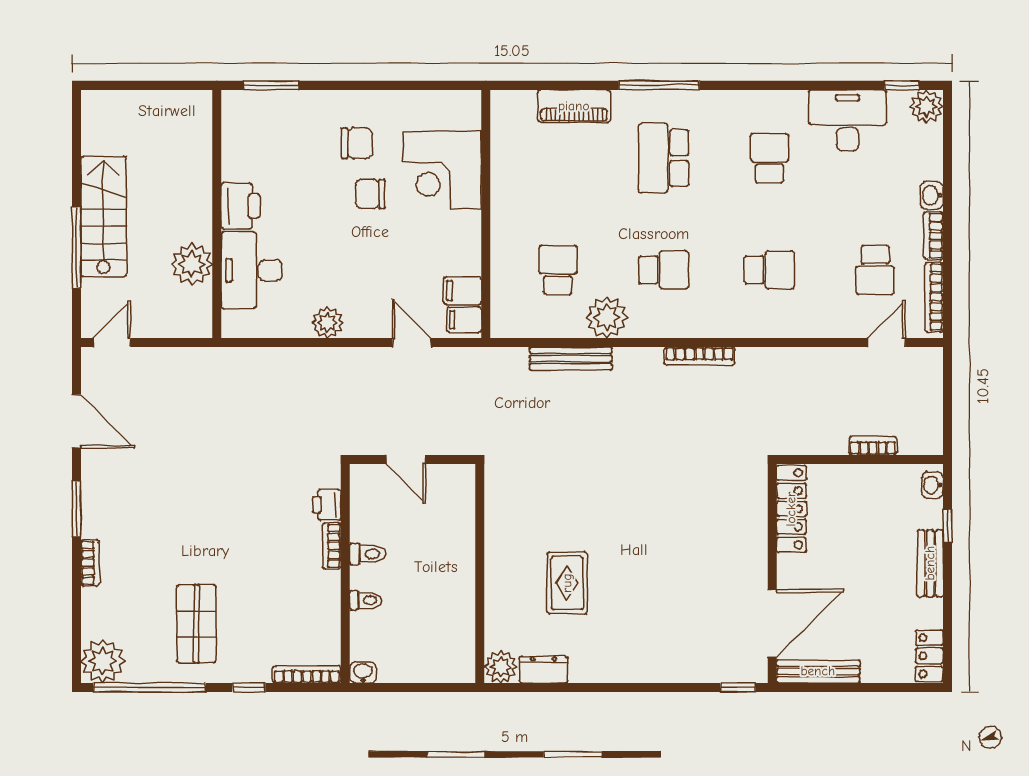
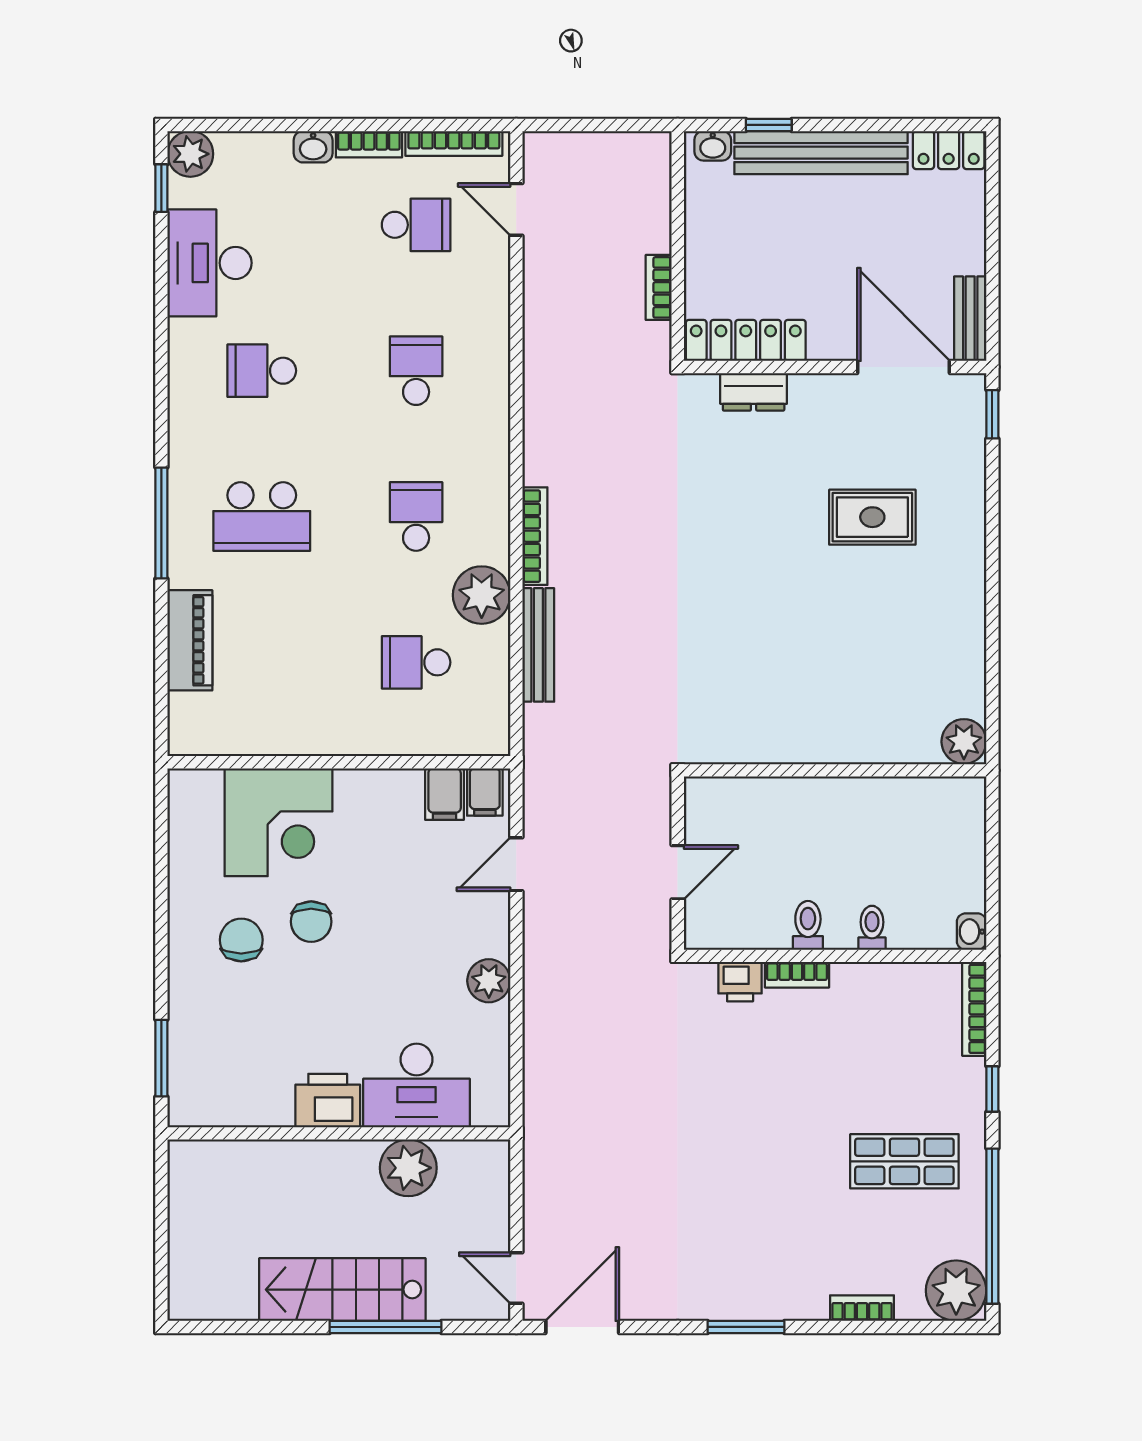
bookcase: (699, 356) -> (535, 536), moved
door: (76, 421) -> (582, 1327), moved
bookcase: (873, 446) -> (659, 287), moved
bookcase: (90, 563) -> (862, 1308), moved
bench: (930, 563) -> (821, 153), width x1.86, depth x1.21
rug: (567, 583) -> (872, 517), moved
dresser: (543, 670) -> (754, 392), moved, turned -90
bench: (818, 671) -> (970, 319), width x0.73

